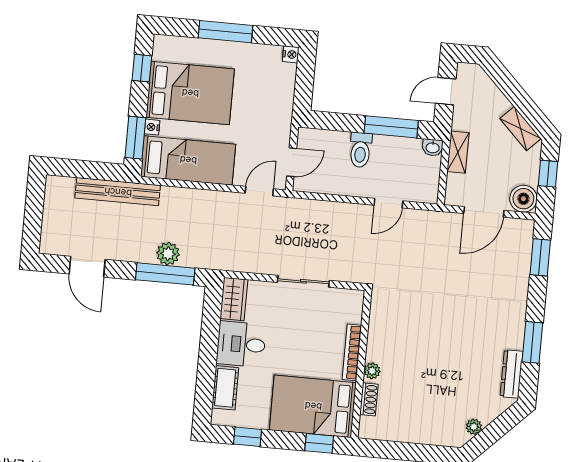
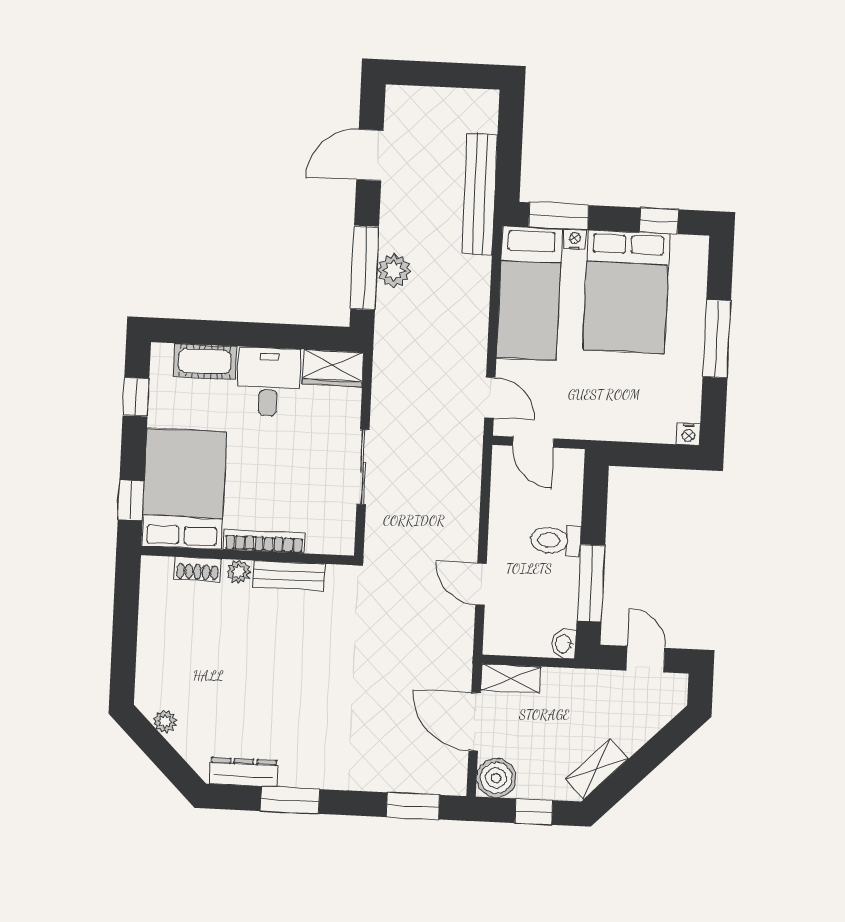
shelving: (458, 152) -> (511, 678), moved
bench: (376, 336) -> (289, 576), added

